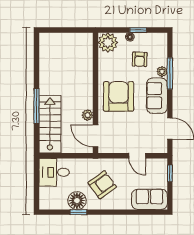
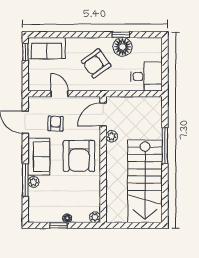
plant: (108, 42) -> (95, 217), width x0.53, depth x0.53
armchair: (140, 59) -> (56, 124), moved
stairs: (50, 124) -> (145, 181), moved, width x1.36, depth x1.51
door: (95, 136) -> (103, 115), swing flipped
window: (170, 173) -> (25, 52), moved

